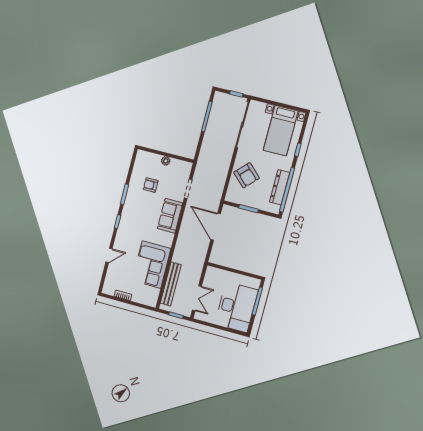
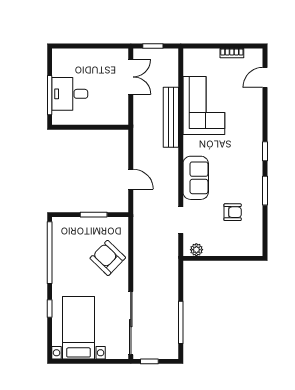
plant: (166, 161) -> (196, 250), moved
dresser: (280, 187) -> (60, 253), removed
door: (216, 227) -> (131, 179), width x0.53
door: (109, 255) -> (265, 77), moved
bench: (171, 284) -> (171, 117), moved
double door: (197, 298) -> (131, 77), swing flipped
desk: (236, 307) -> (70, 94), width x0.53, depth x0.77

